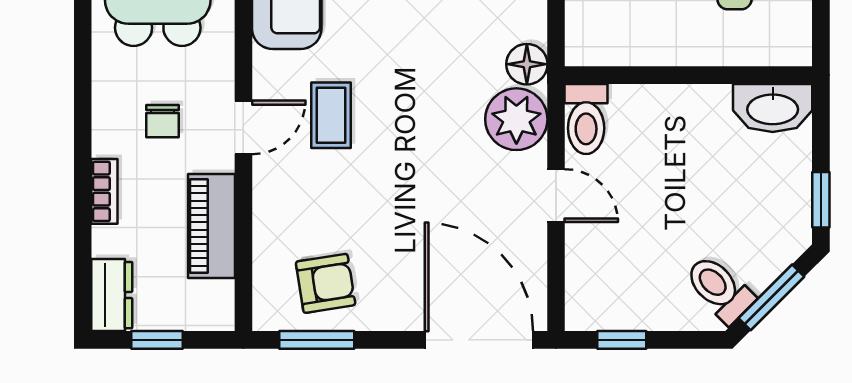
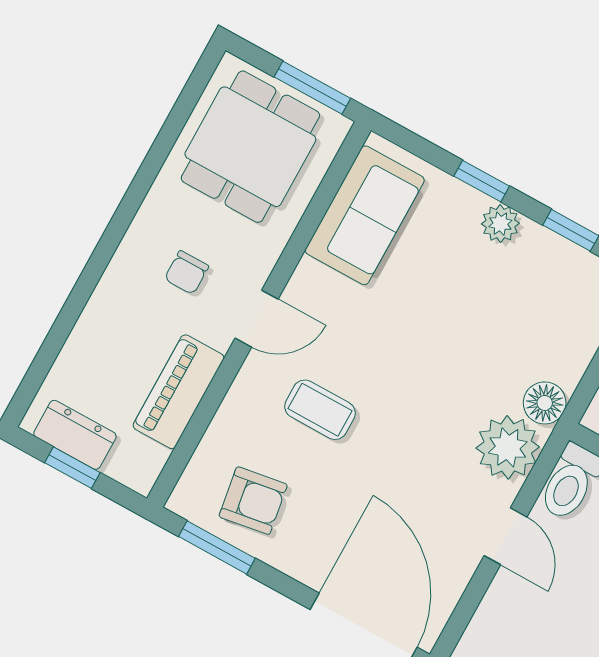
coffee table: (331, 115) -> (320, 410), moved, turned 90
bookcase: (104, 191) -> (99, 307), removed
dresser: (112, 295) -> (75, 435), moved, turned -90

